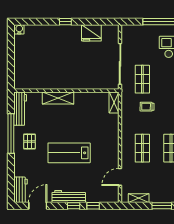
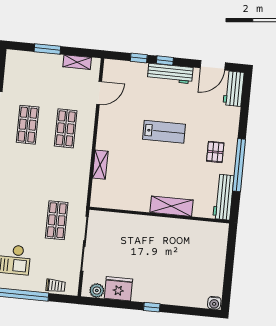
plant: (107, 30) -> (97, 291), added
shelving: (114, 102) -> (100, 165), moved
trolley: (147, 107) -> (56, 286), moved
lab bench: (69, 153) -> (164, 132), width x0.73, depth x0.72

